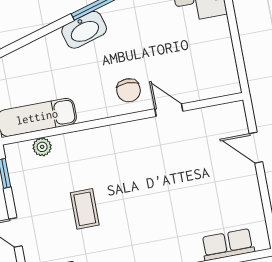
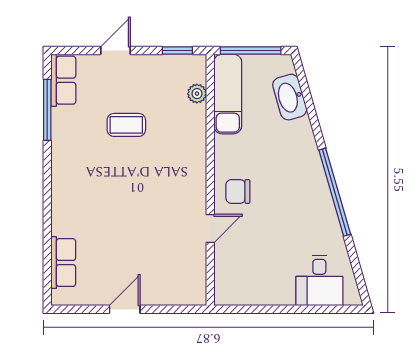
washbasin: (84, 30) -> (290, 97), moved
door: (256, 148) -> (125, 309), moved

